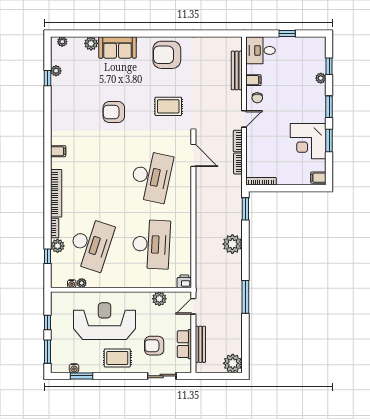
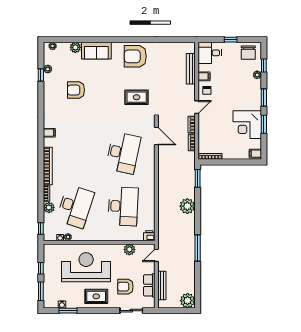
chair: (310, 50) -> (248, 53), added
armchair: (114, 112) -> (76, 90), moved
window: (48, 256) -> (41, 228), moved

